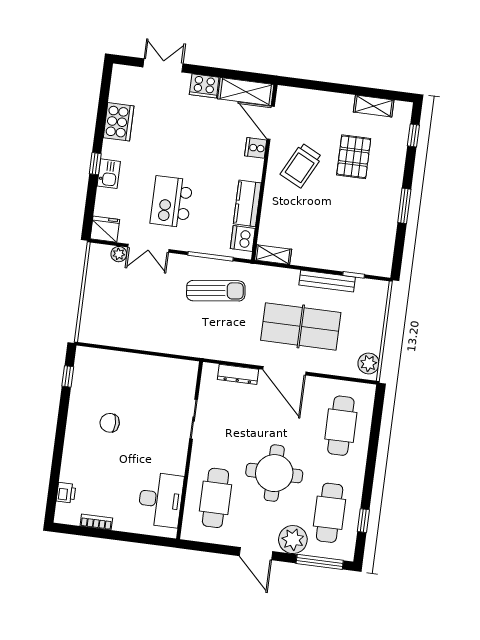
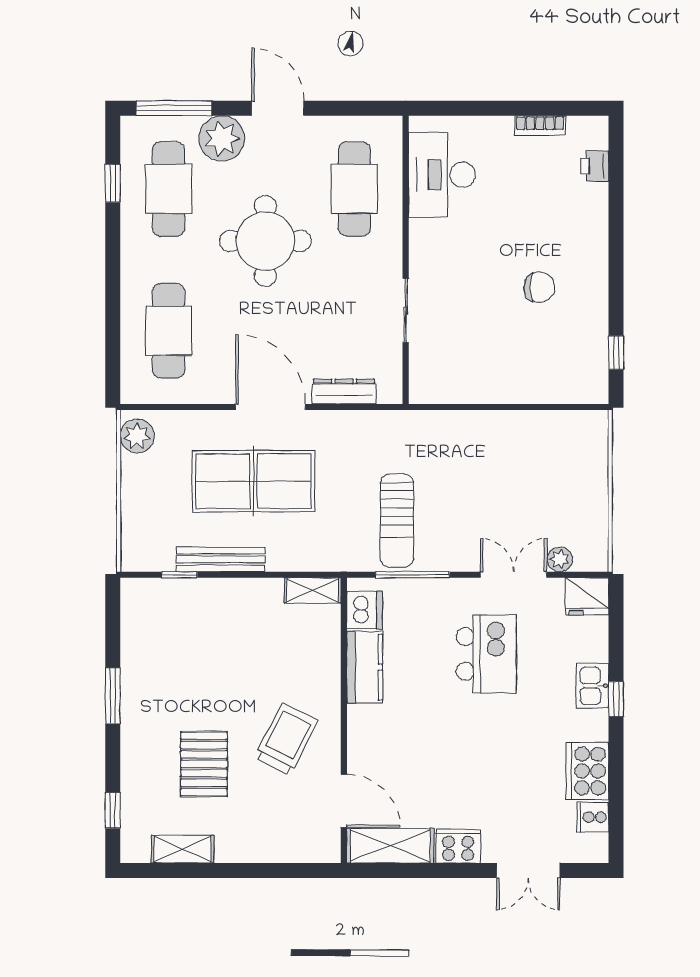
cooker: (256, 148) -> (593, 817), moved, turned 180
sun lounger: (216, 291) -> (397, 521), turned -83

